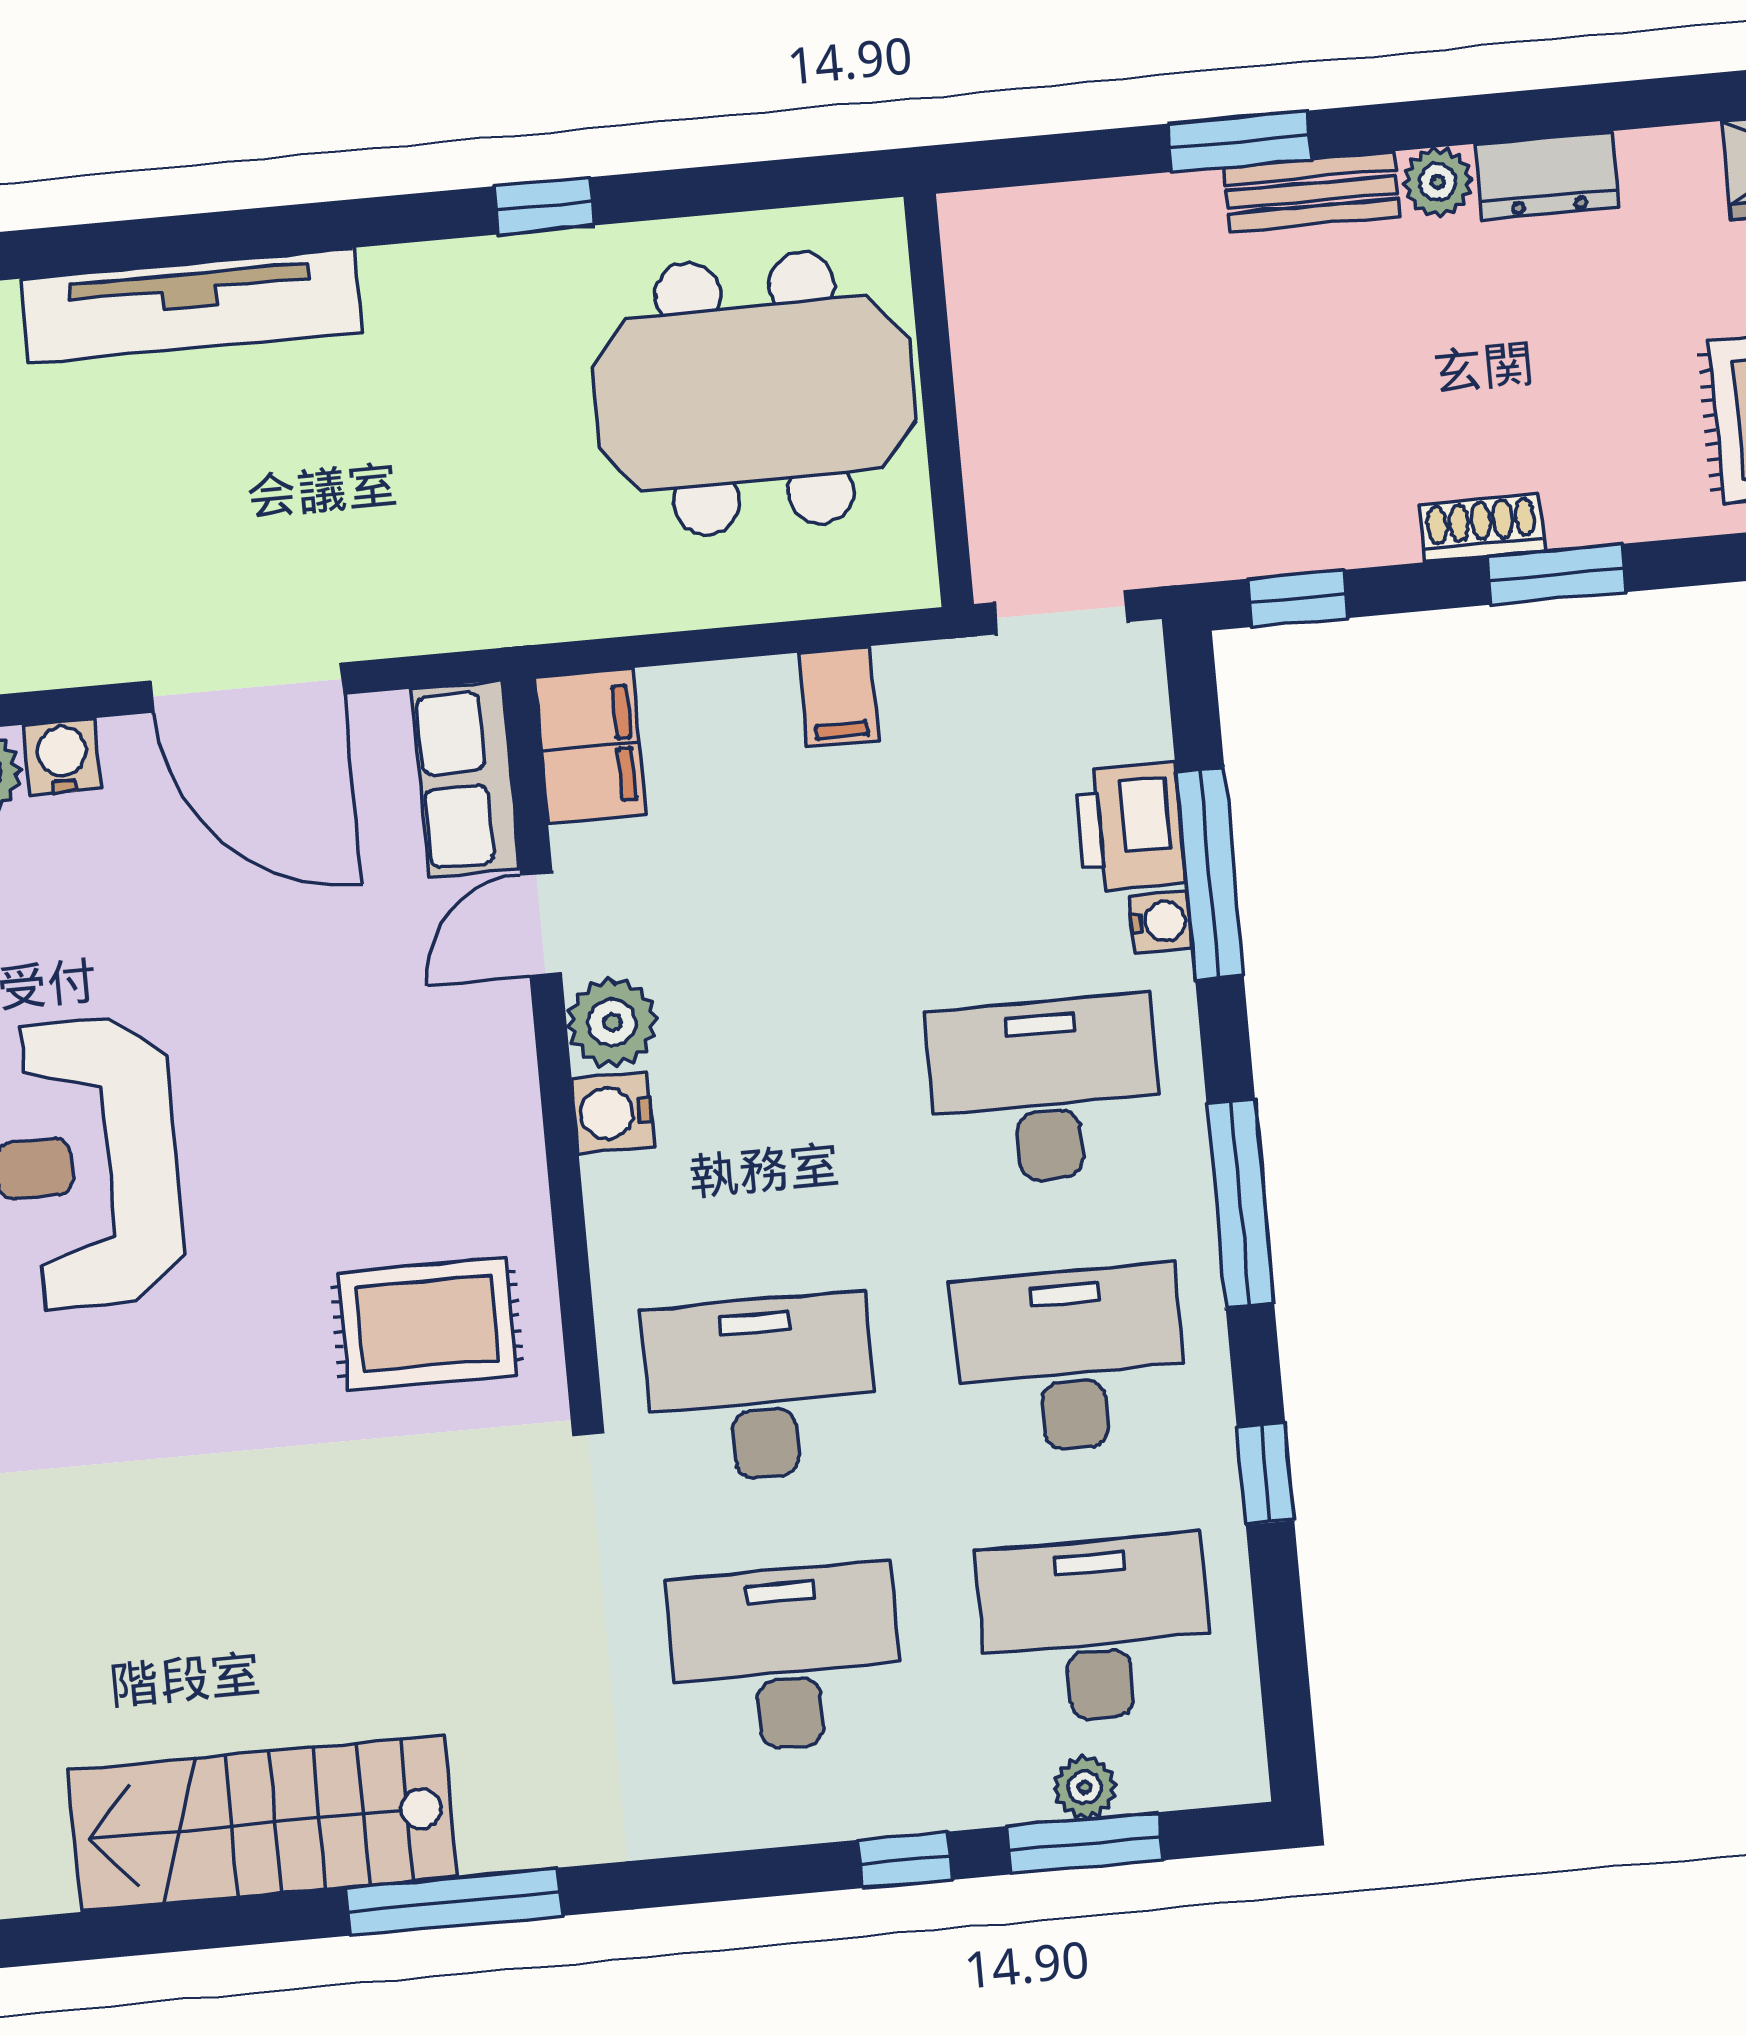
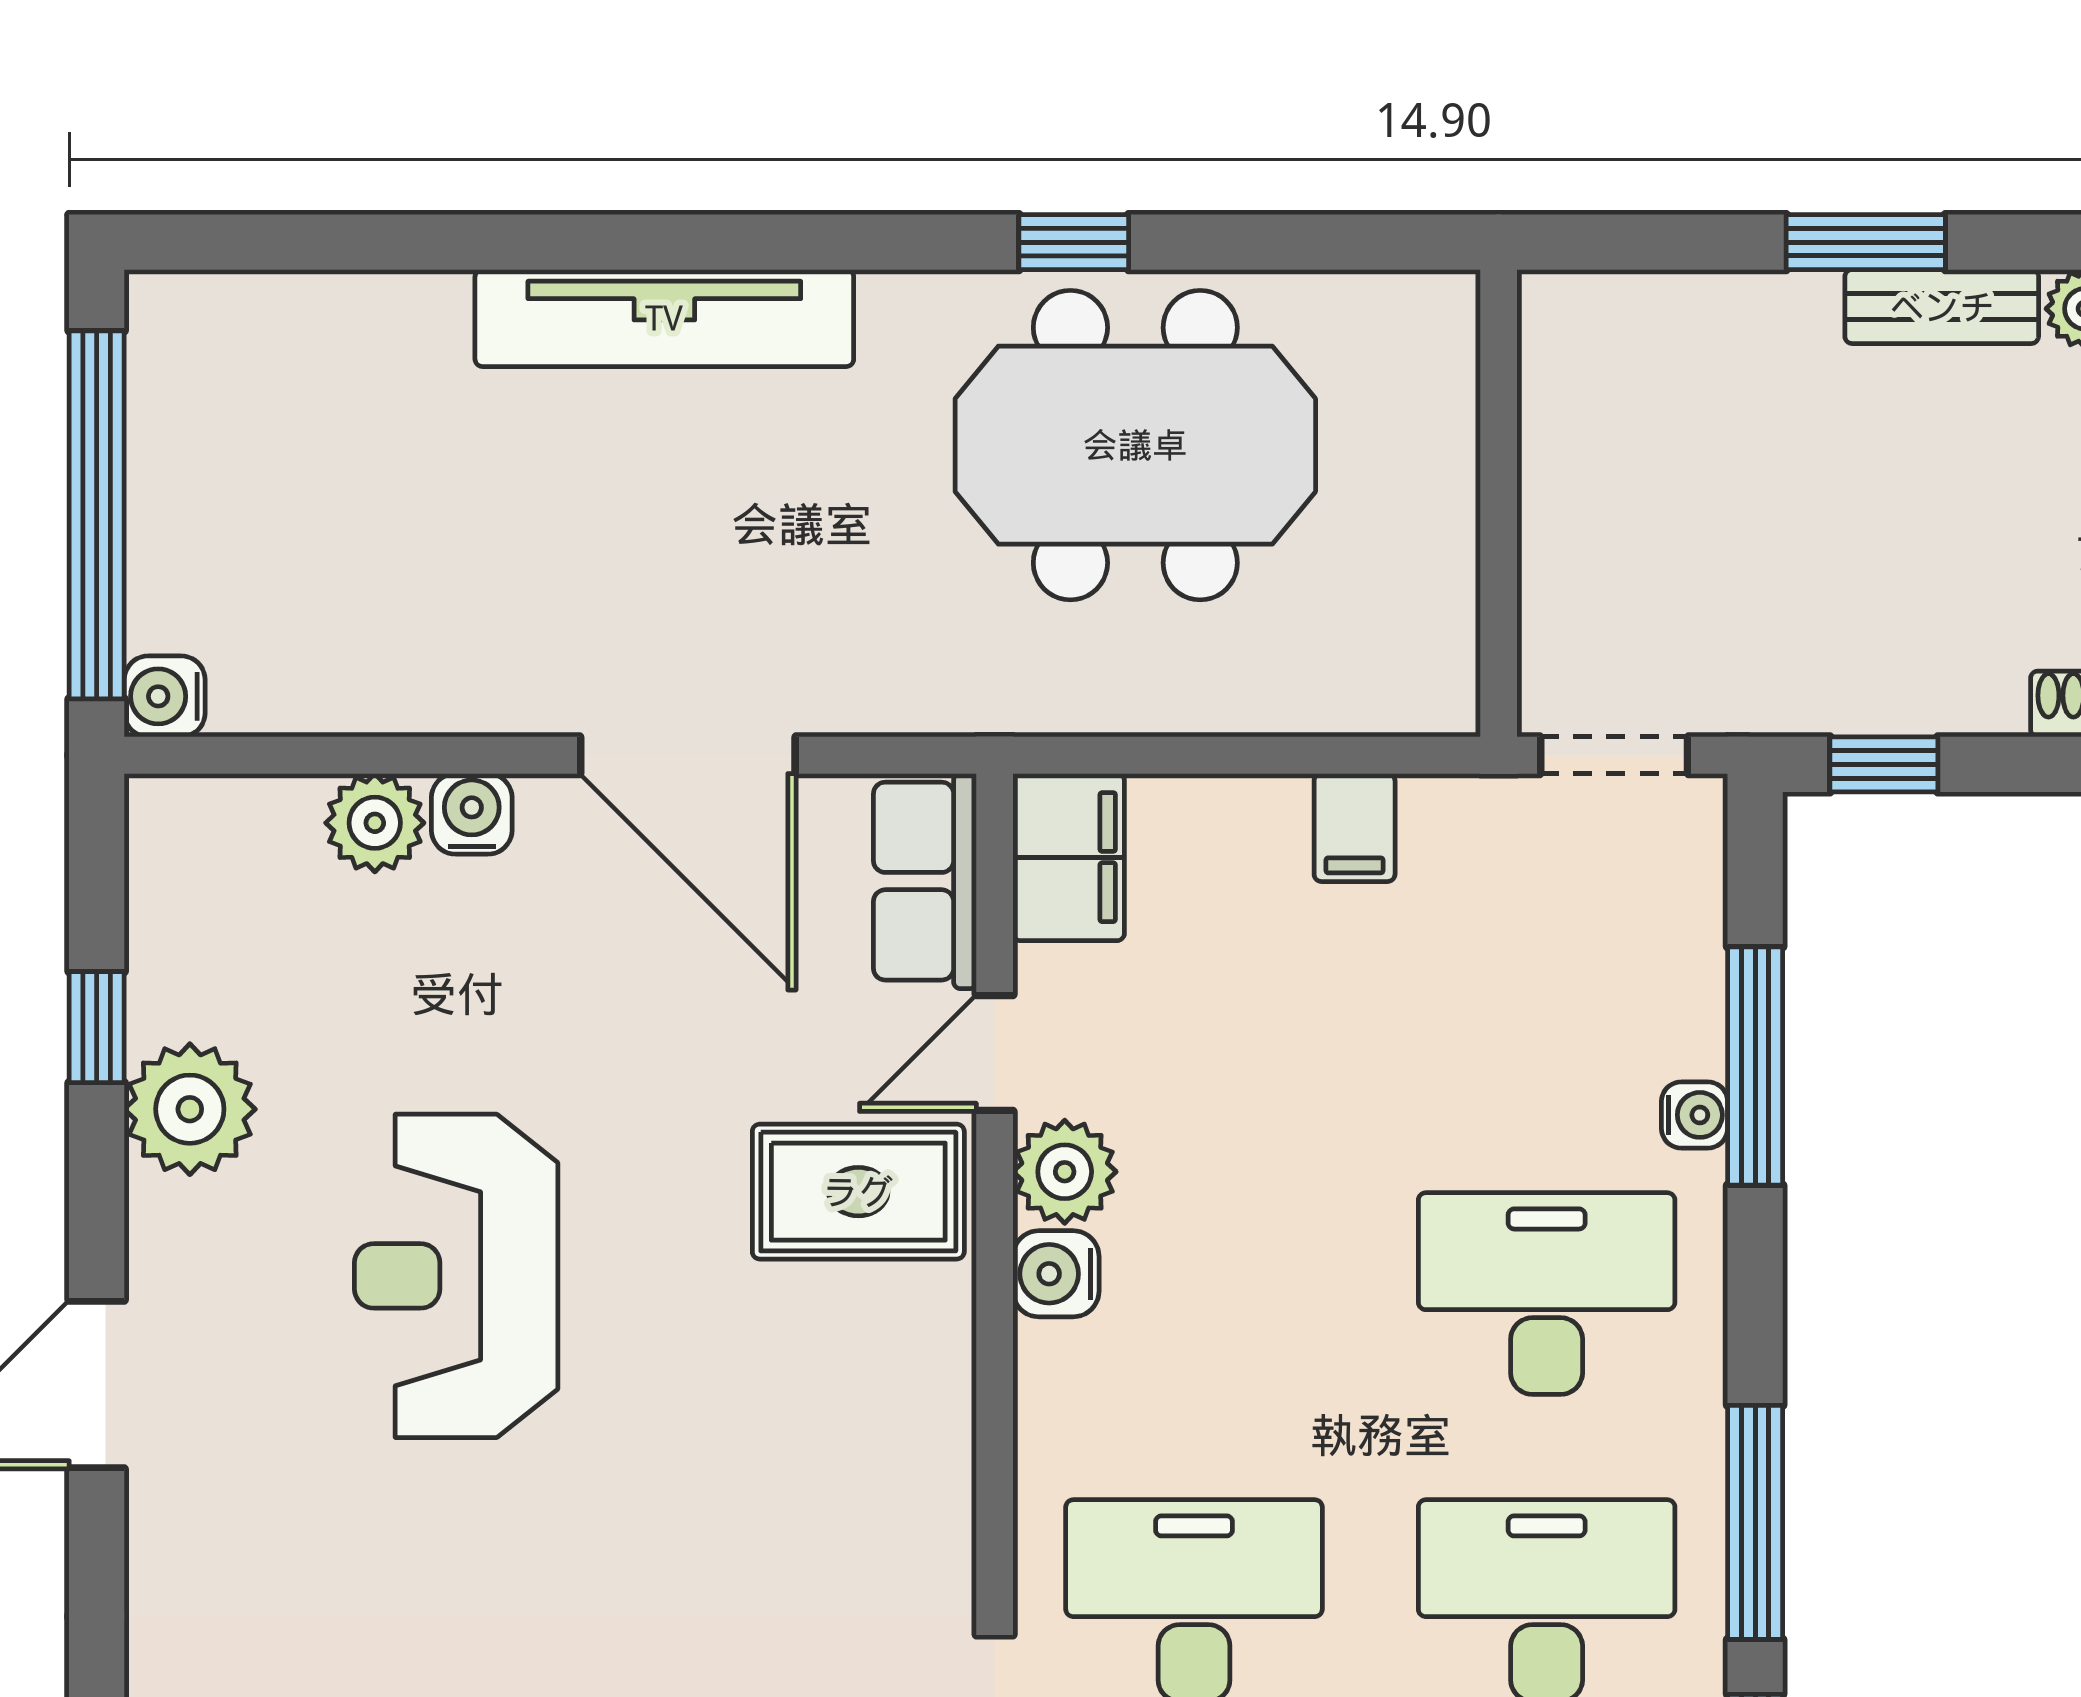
meeting table: (754, 393) -> (1135, 445), moved
printer: (1130, 827) -> (1670, 1005), removed
window: (1240, 1204) -> (1755, 1522), moved
rug: (427, 1324) -> (858, 1192), moved

